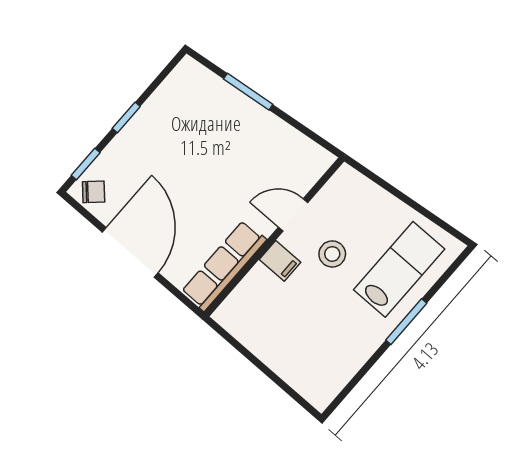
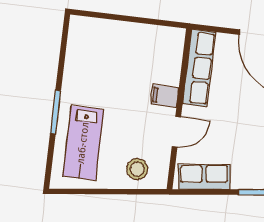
row of seats: (296, 148) -> (204, 177), added
stool: (332, 254) -> (137, 169), moved

